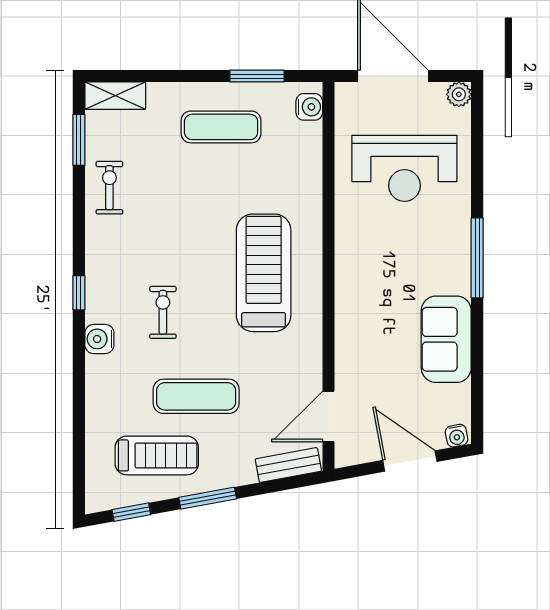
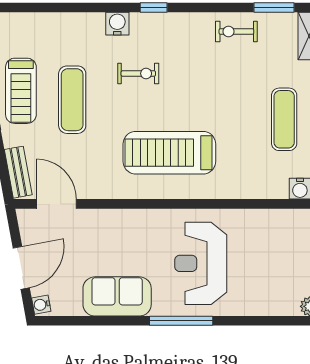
reception desk: (404, 168) -> (201, 263), moved
exercise bike: (109, 188) -> (236, 31), turned 180
treadmill: (264, 273) -> (169, 153), turned 180
treadmill: (157, 455) -> (21, 91), moved

